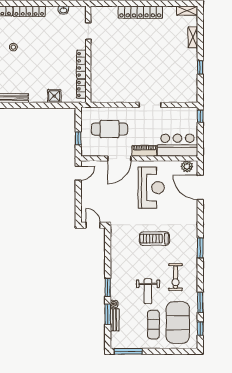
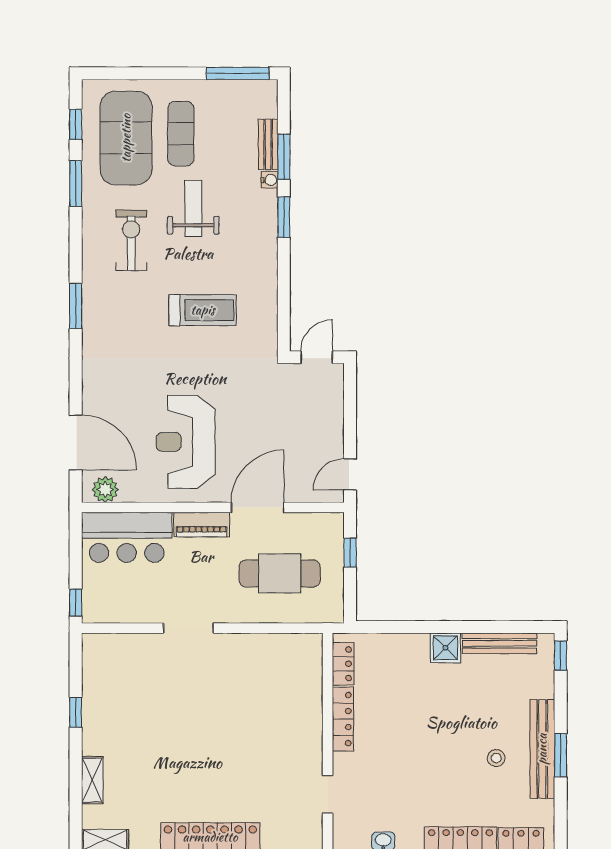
shower: (54, 96) -> (445, 648), moved
door: (93, 225) -> (317, 357), swing flipped
treadmill: (154, 239) -> (203, 310), moved

